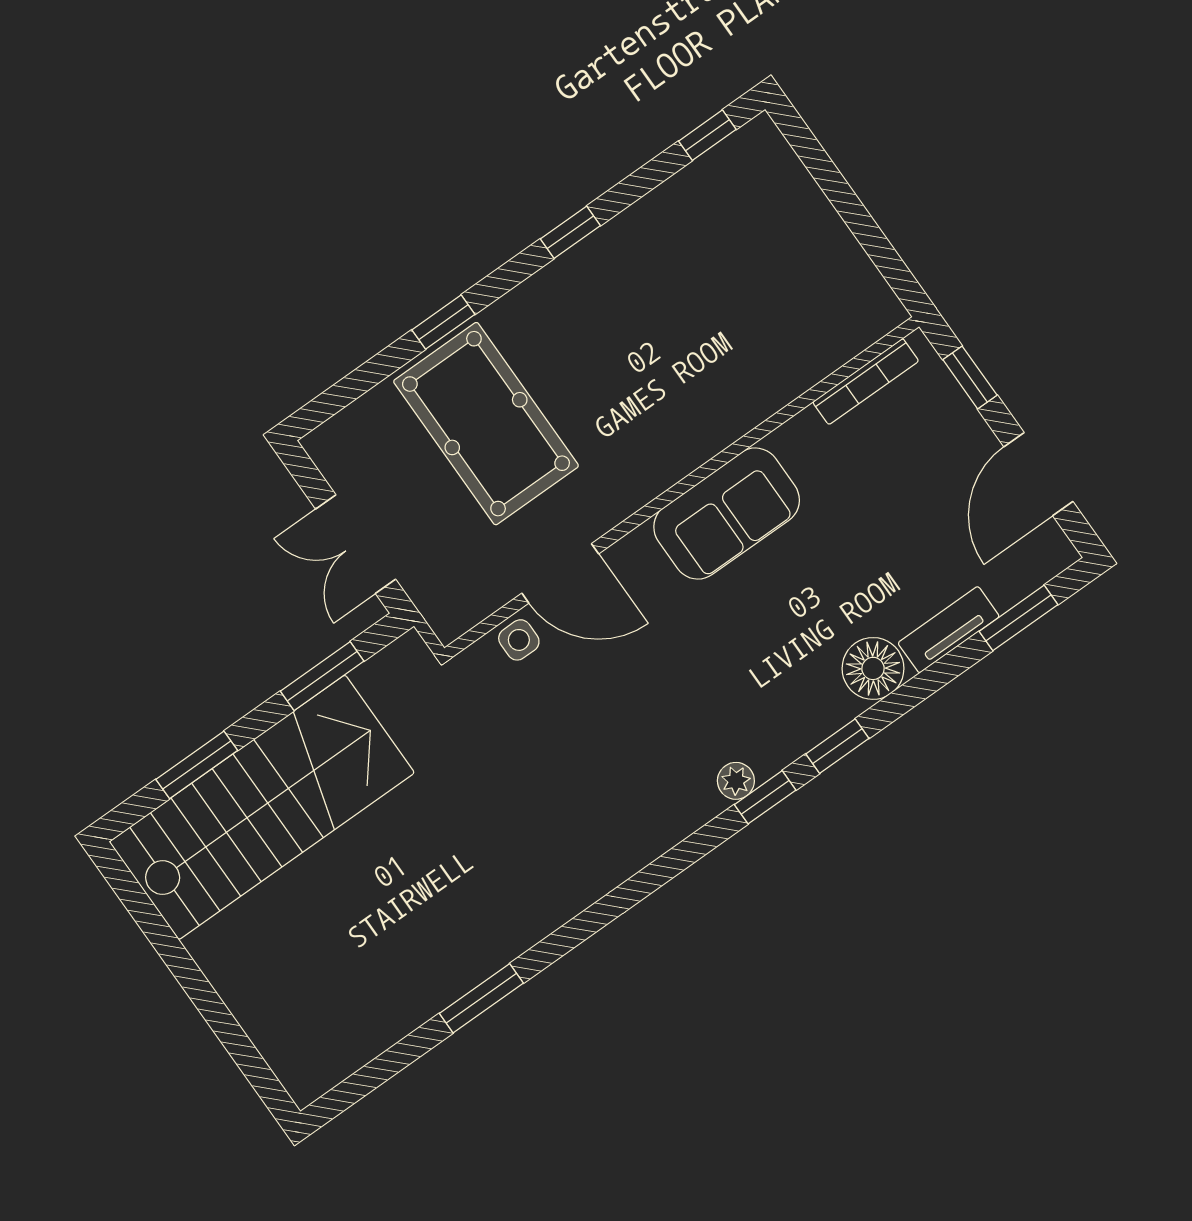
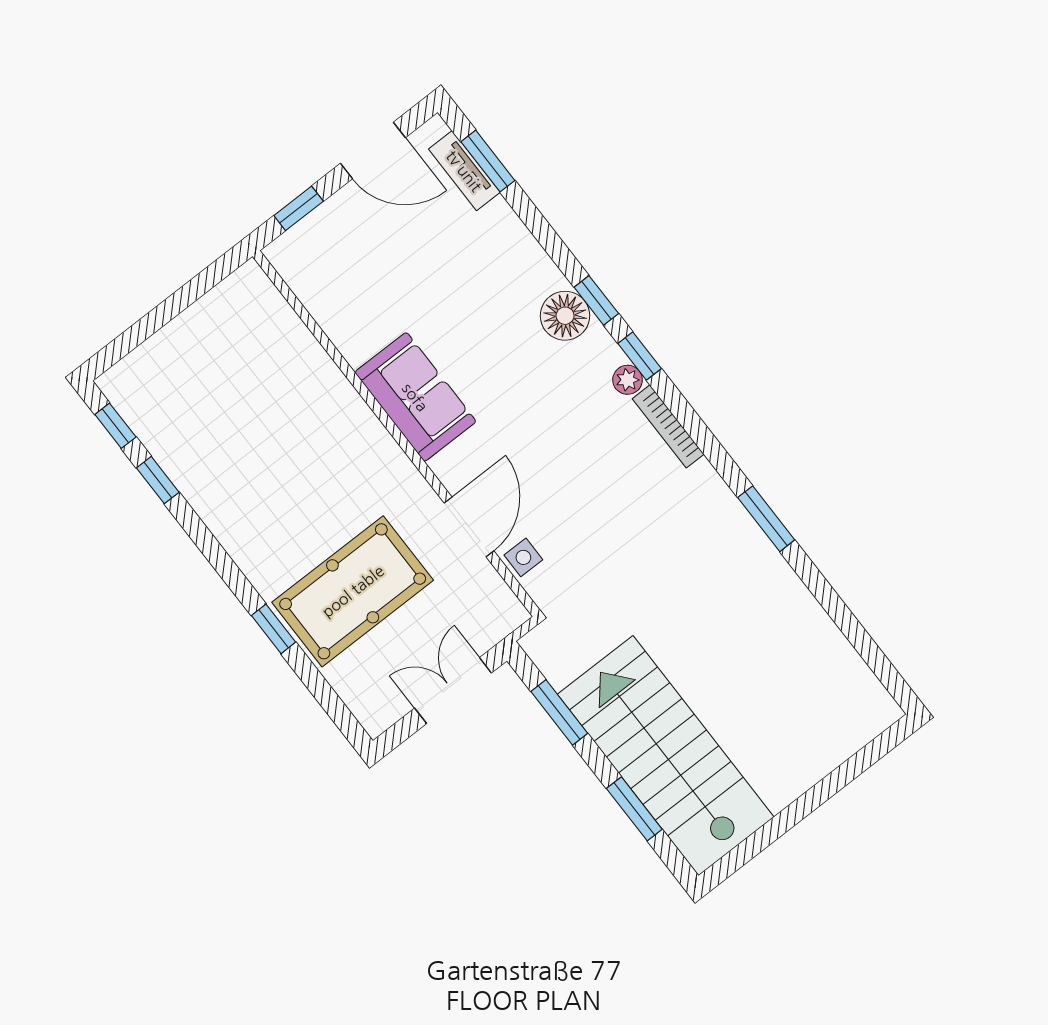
window: (570, 232) -> (158, 480), moved
bookcase: (866, 382) -> (668, 426), moved, turned 180
double door: (356, 544) -> (453, 691), swing flipped
tv unit: (949, 630) -> (464, 171), moved
floor lamp: (873, 668) -> (565, 316), moved
window: (481, 998) -> (766, 519), moved

